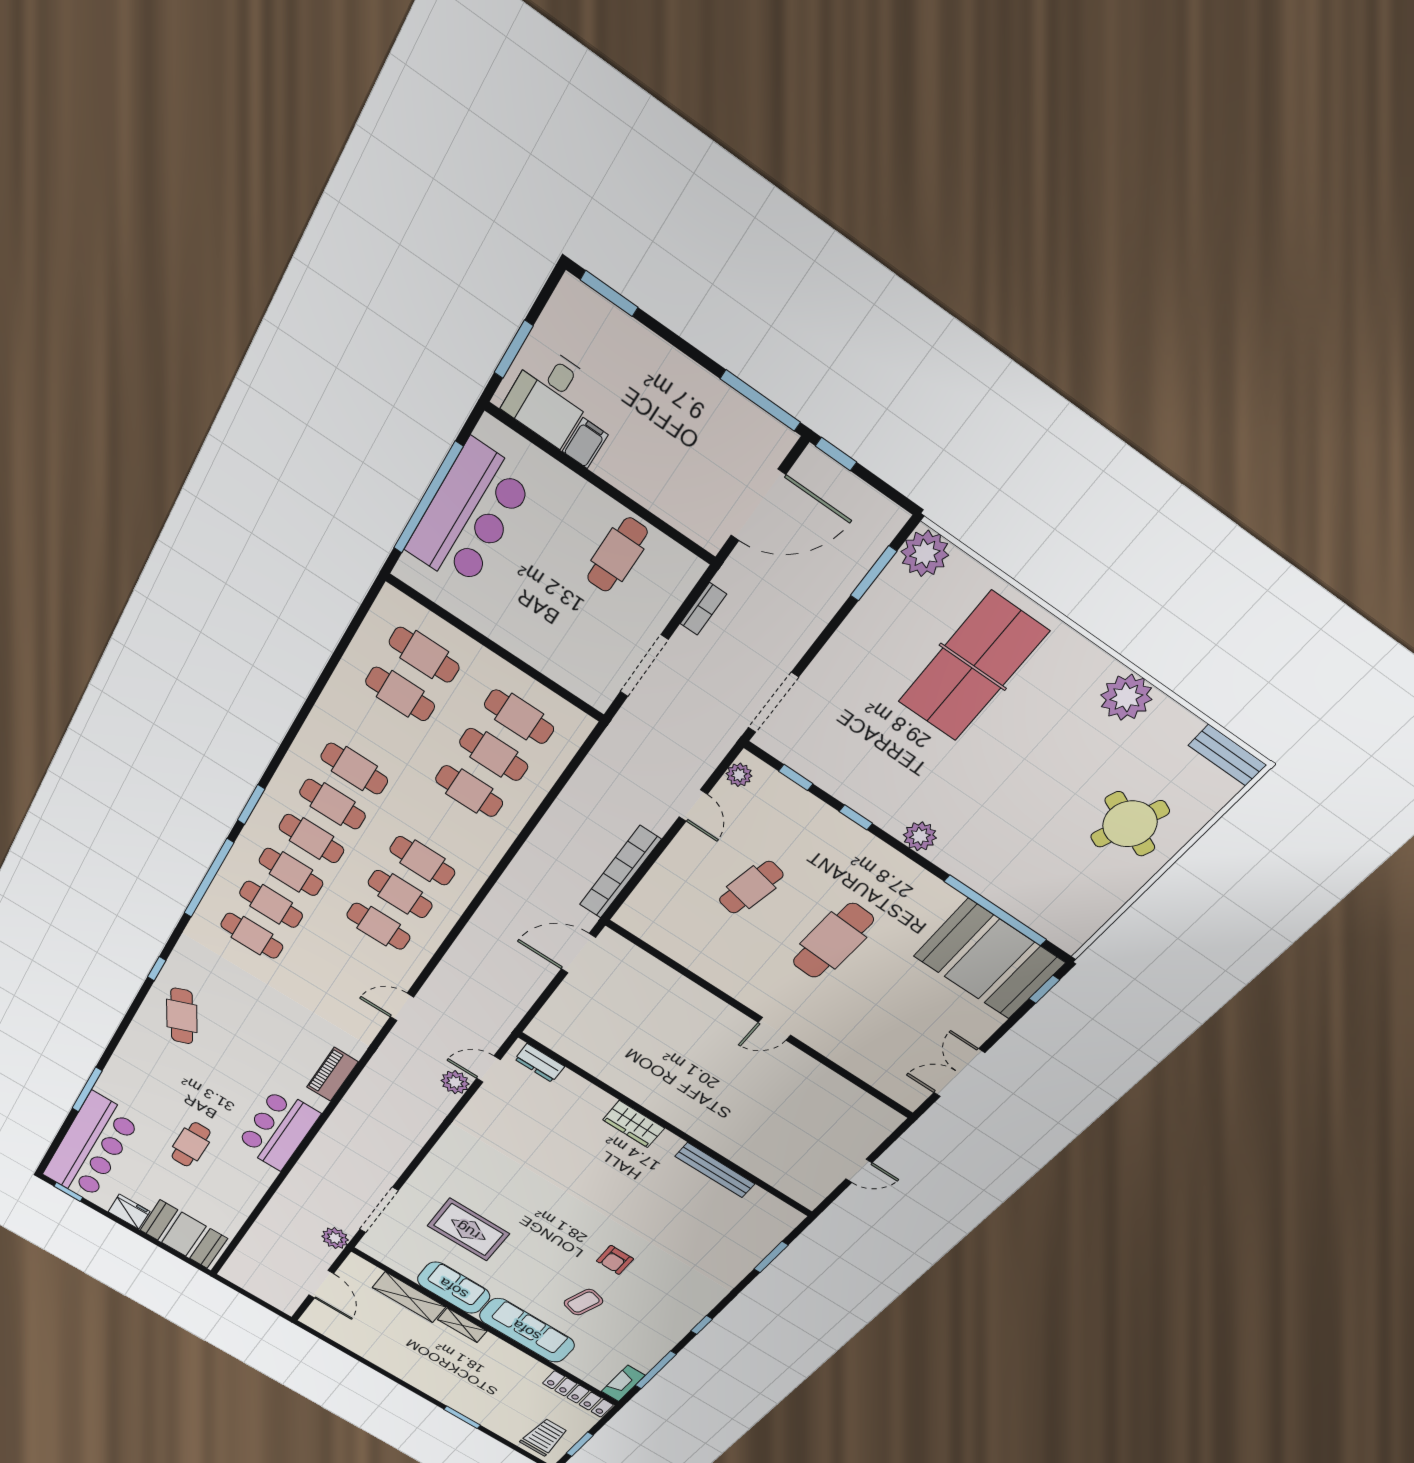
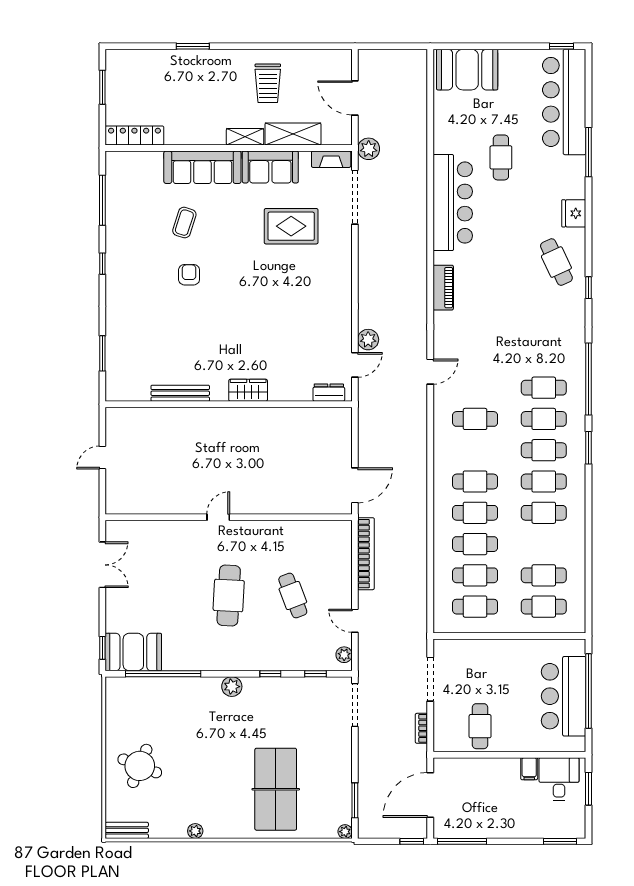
plant: (925, 553) -> (345, 832), width x0.53, depth x0.53
plant: (1126, 697) -> (195, 831), width x0.53, depth x0.53
cafe table: (751, 887) -> (293, 595), turned -33
cafe table: (400, 894) -> (475, 513), moved
cafe table: (252, 936) -> (544, 356), removed
booth: (989, 959) -> (133, 652), width x0.73, depth x0.70
bar counter: (278, 1130) -> (453, 203), width x1.36
fridge: (129, 1212) -> (574, 213), moved, turned 90
fireplace: (623, 1383) -> (331, 159), moved, turned 90
trolley: (544, 1437) -> (268, 83), moved

